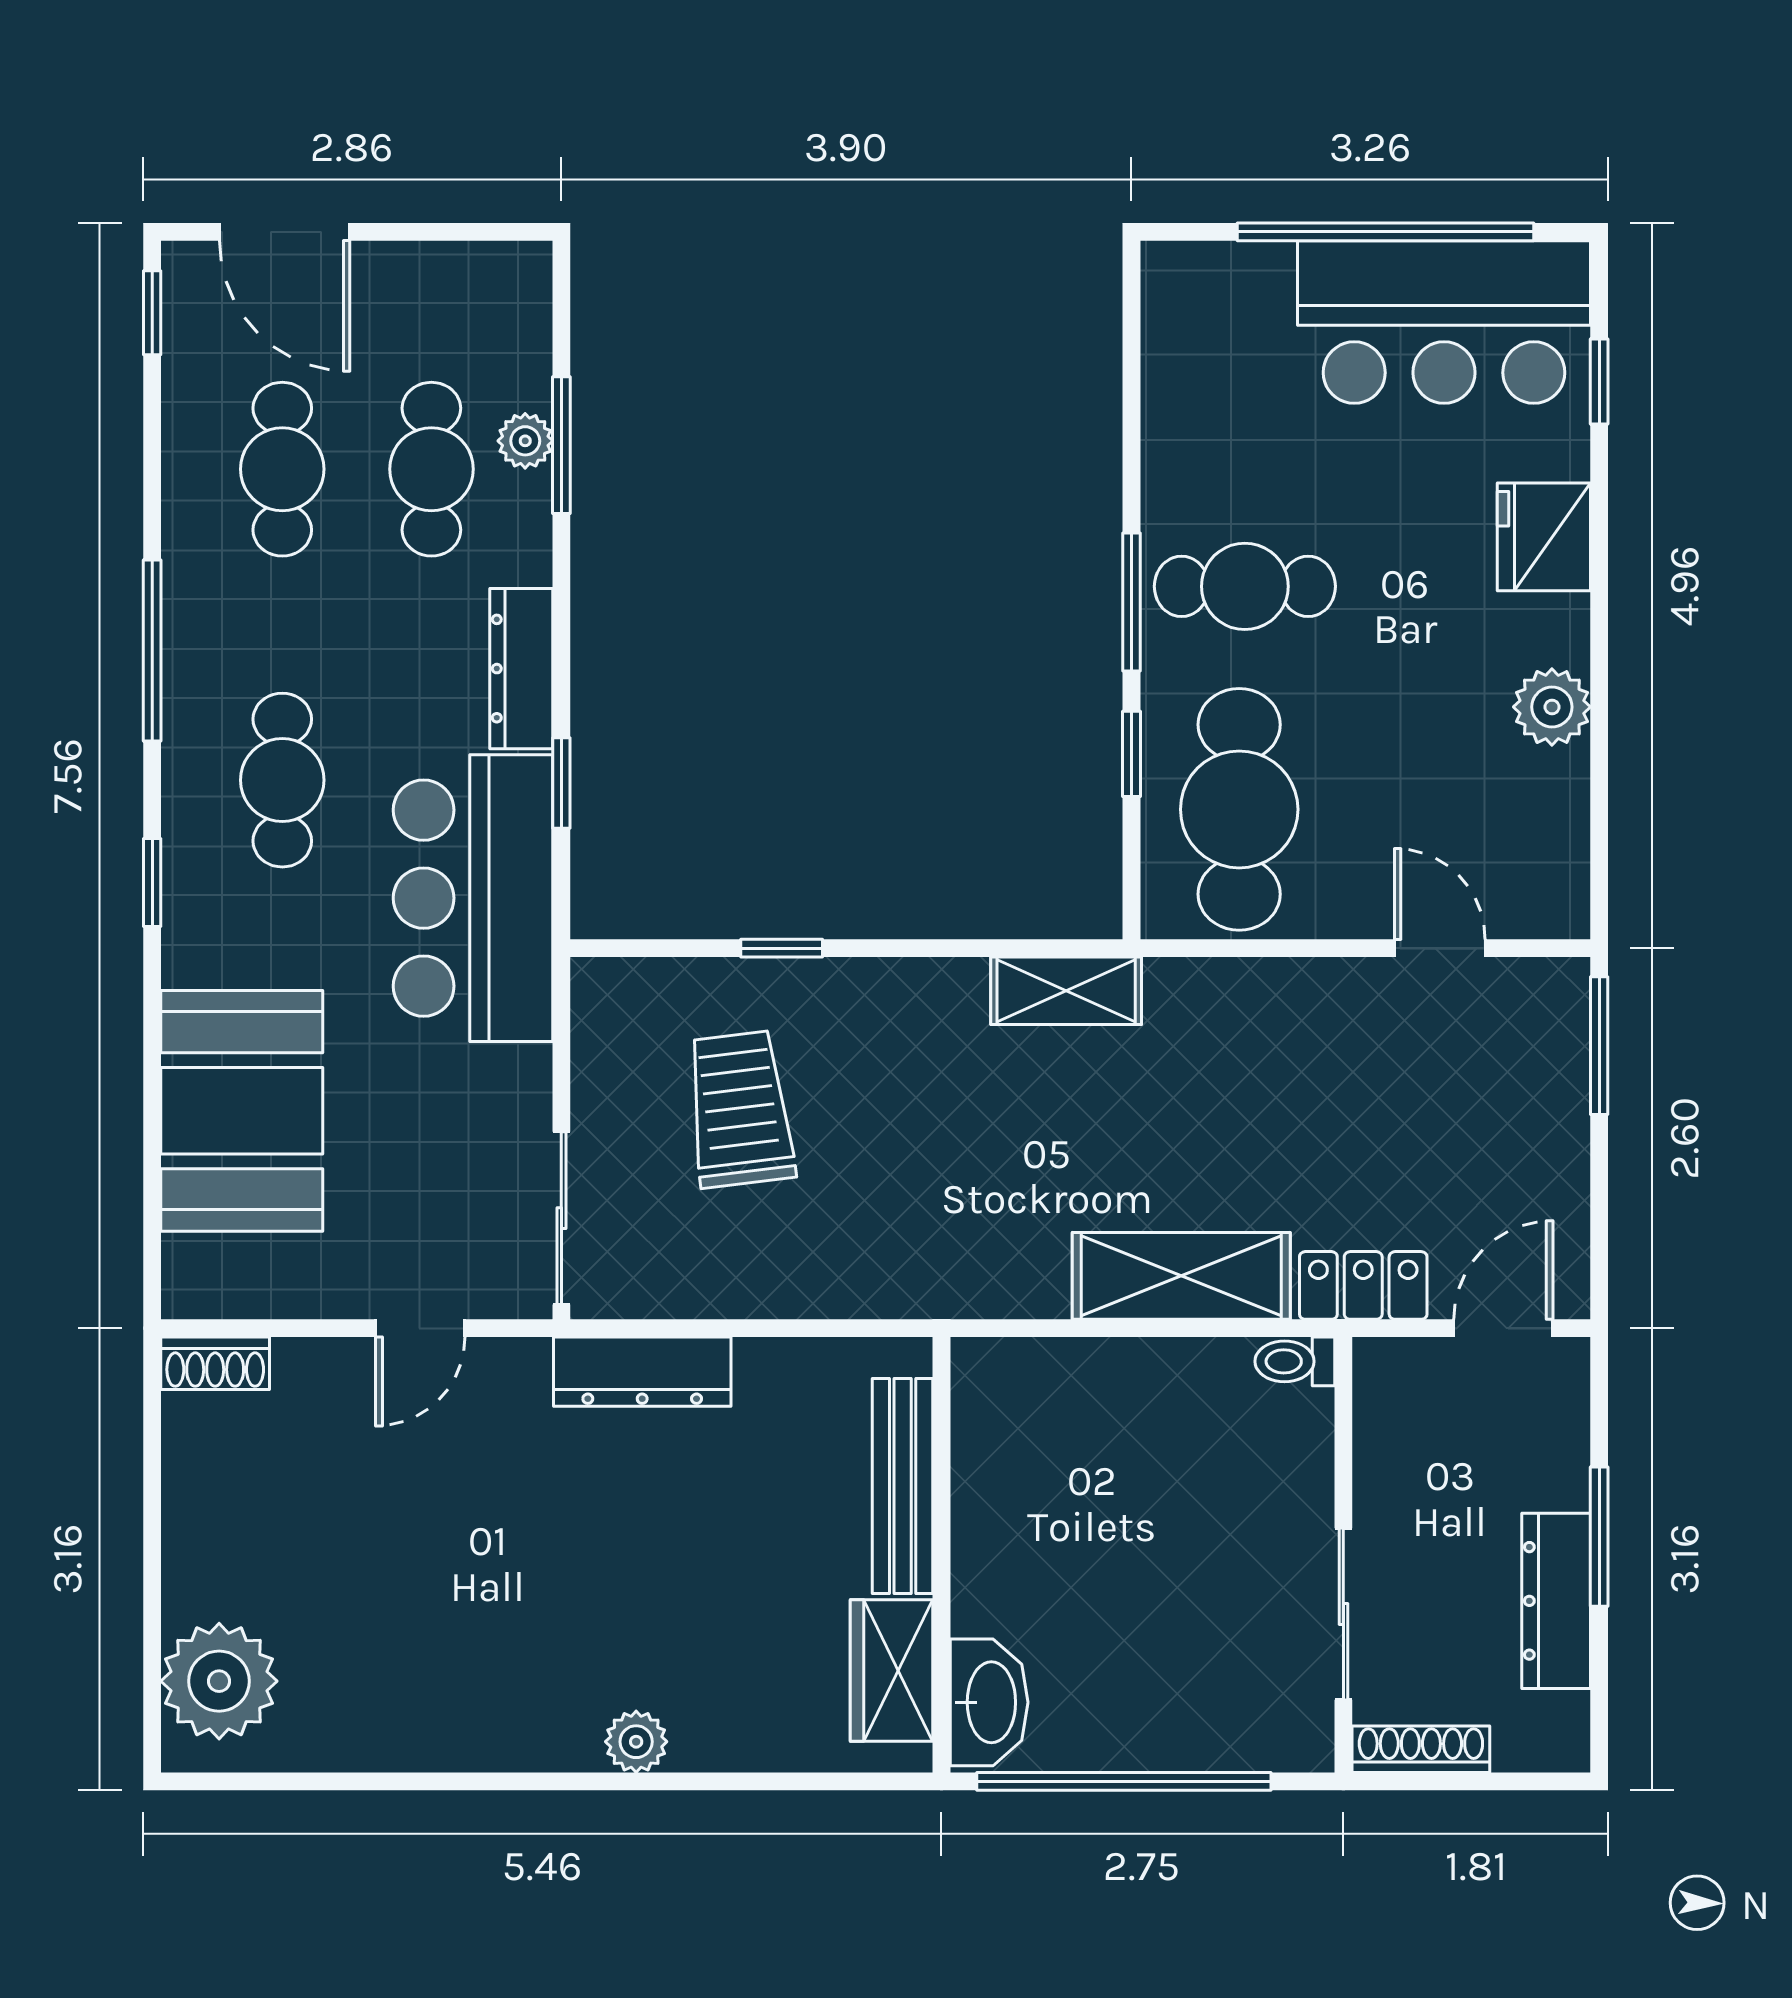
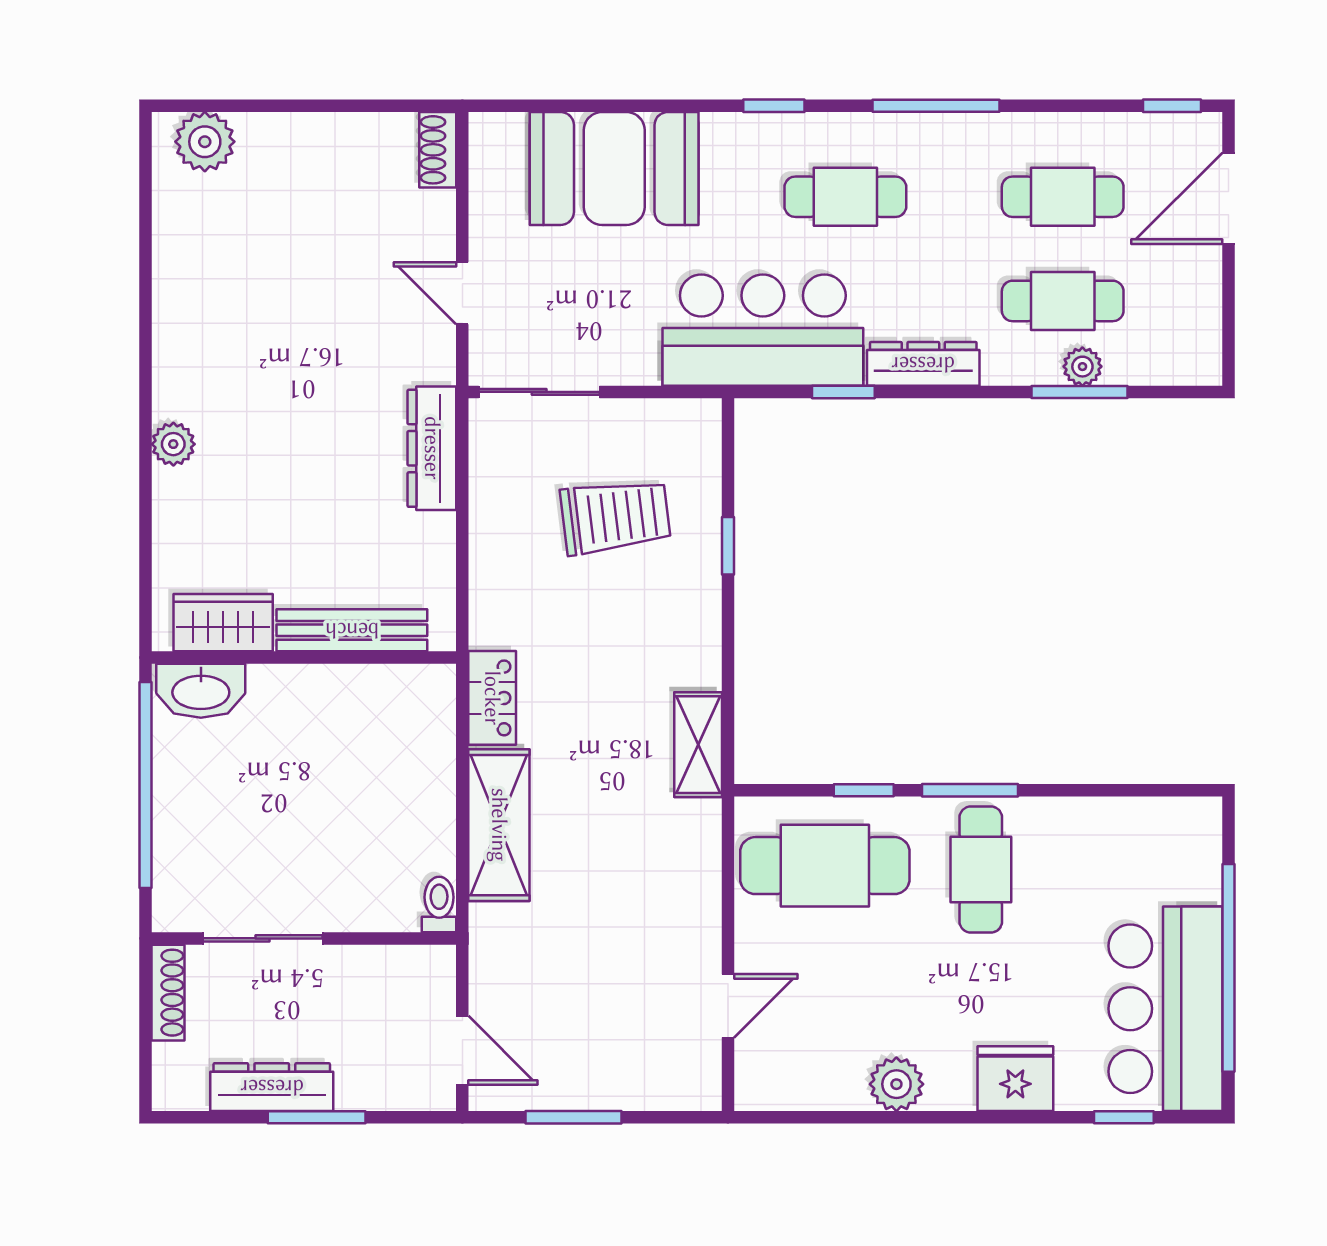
window: (1599, 1046) -> (574, 1117), moved
locker: (1363, 1285) -> (492, 698), moved
plant: (219, 1681) -> (205, 142), width x0.73, depth x0.73

